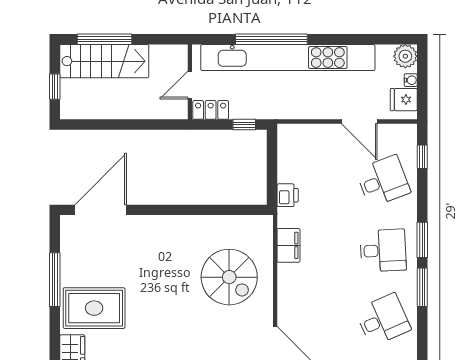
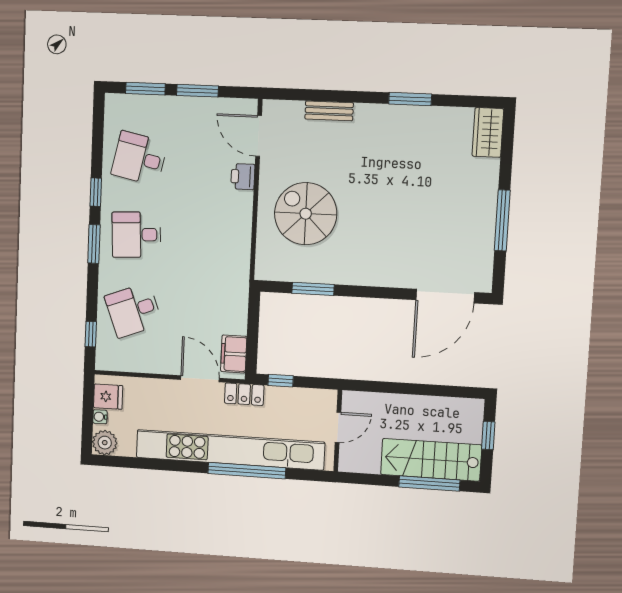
locker: (211, 110) -> (244, 394), moved
door: (359, 122) -> (200, 379), moved
printer: (288, 195) -> (243, 177), moved
window: (219, 210) -> (313, 289), added
filing cabinet: (288, 245) -> (234, 354), moved
window: (422, 287) -> (96, 192), width x0.67
rug: (94, 308) -> (459, 186), removed
desk: (383, 320) -> (139, 158), turned 36

